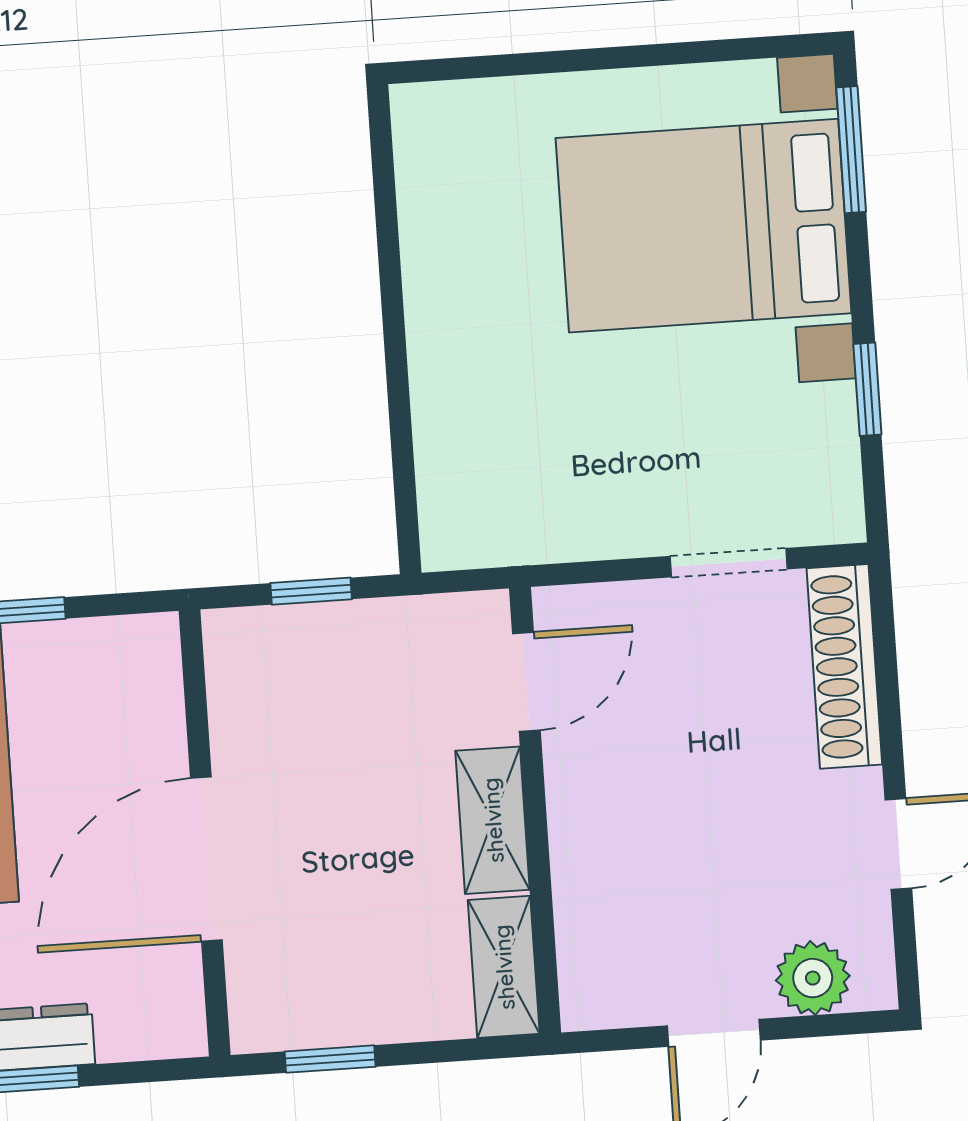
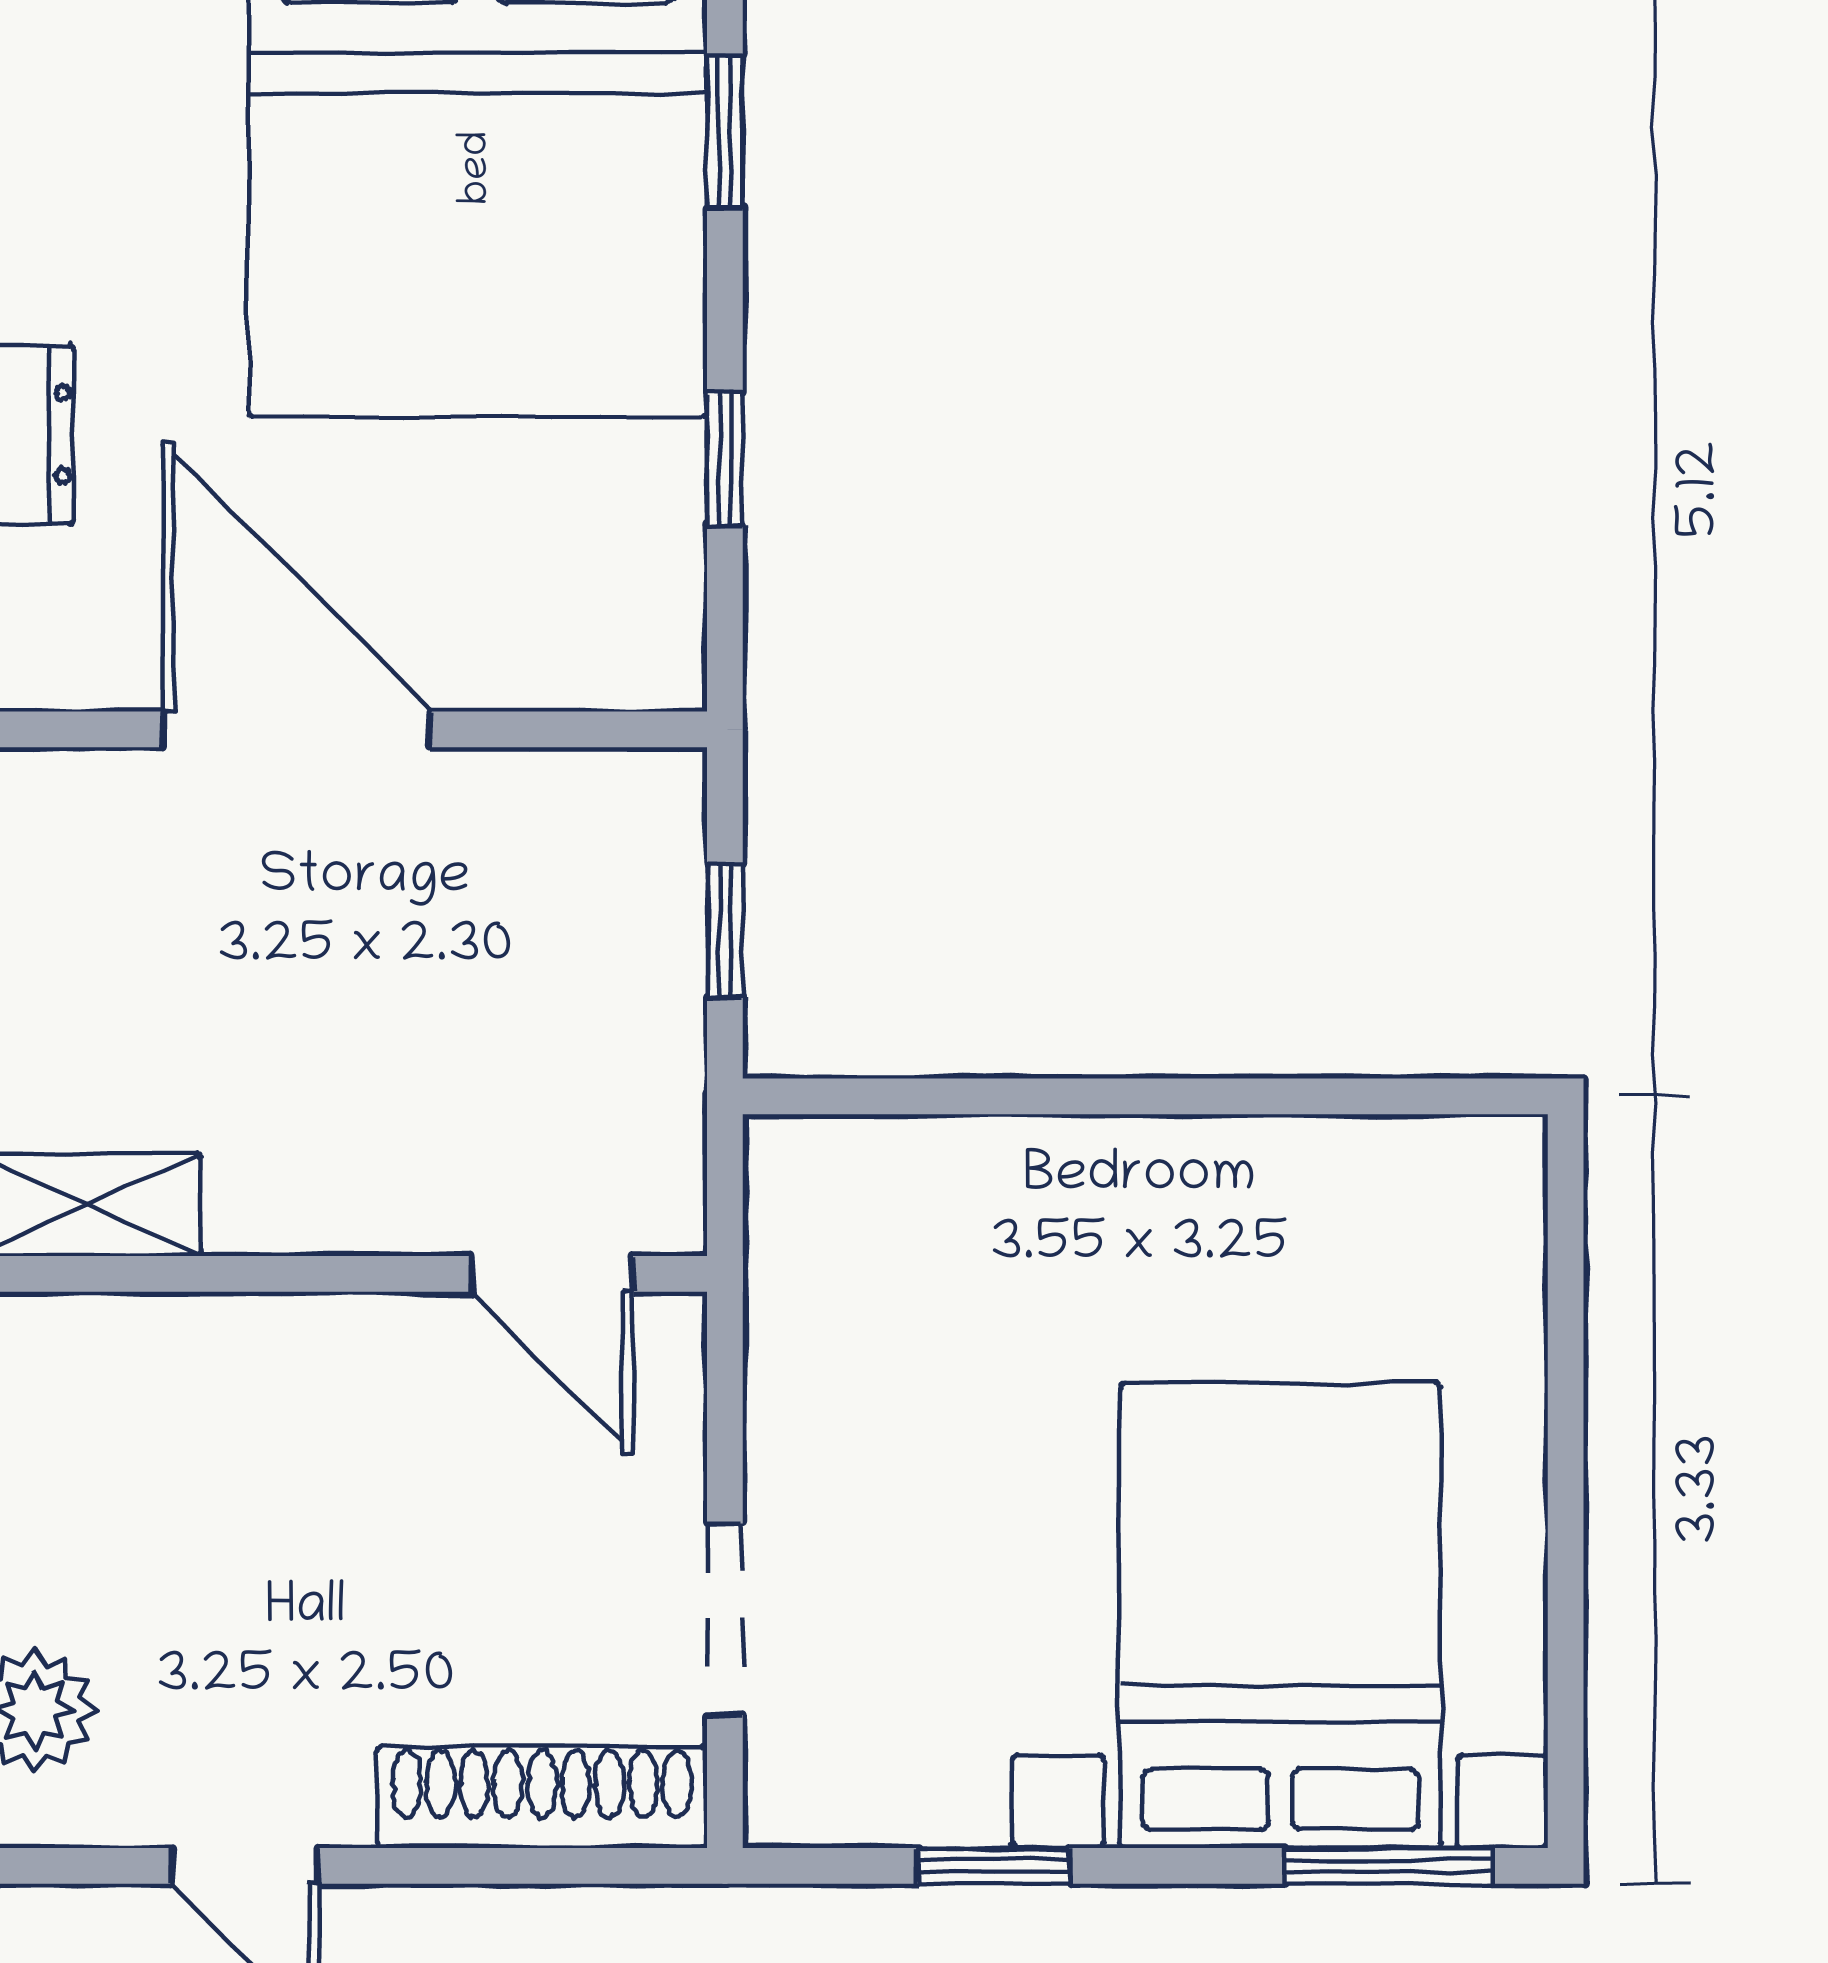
shelving: (493, 820) -> (329, 1203), removed

